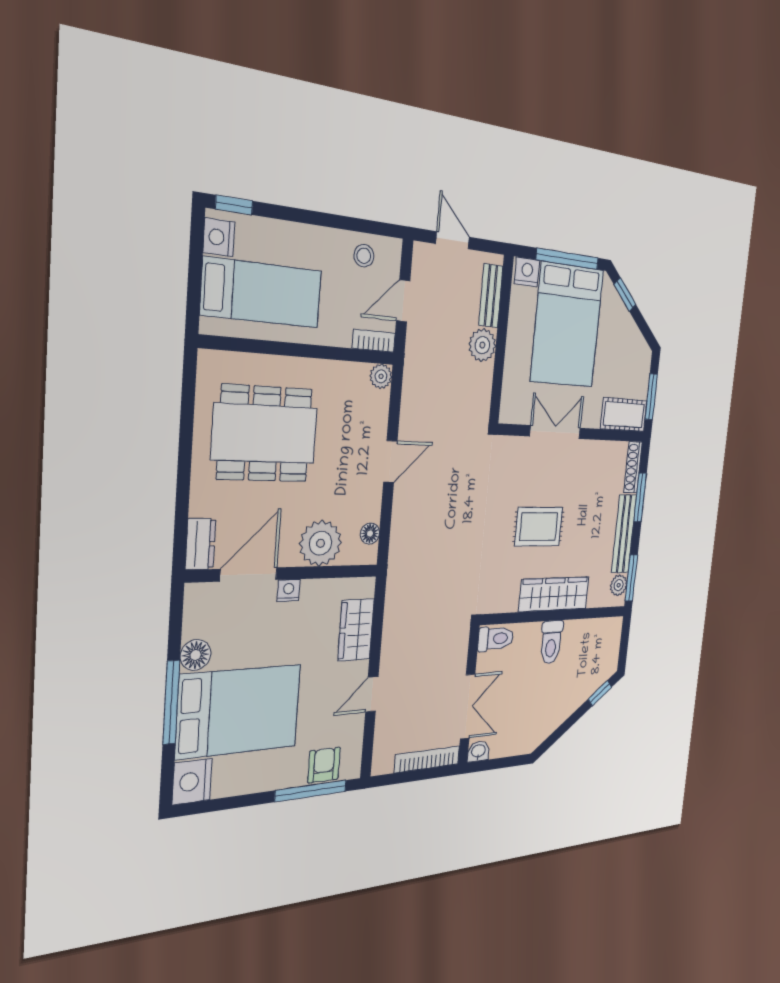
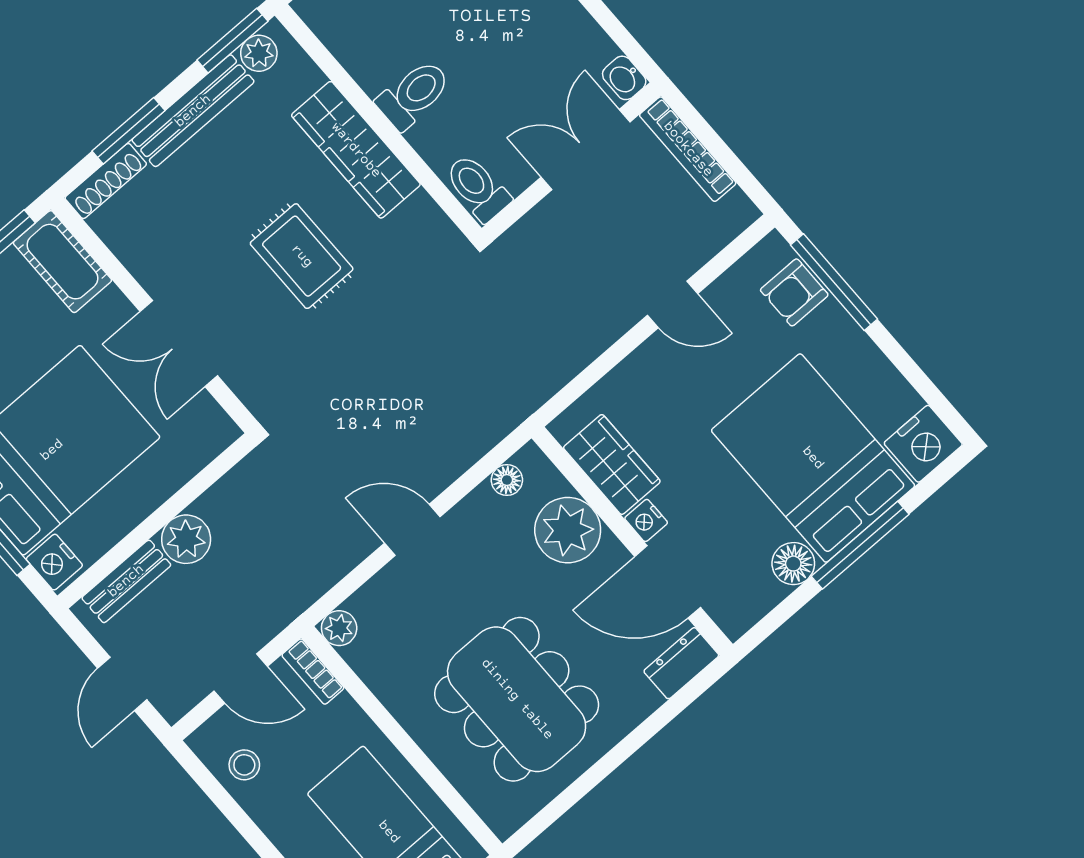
wardrobe: (356, 630) -> (612, 464), moved, turned -90

